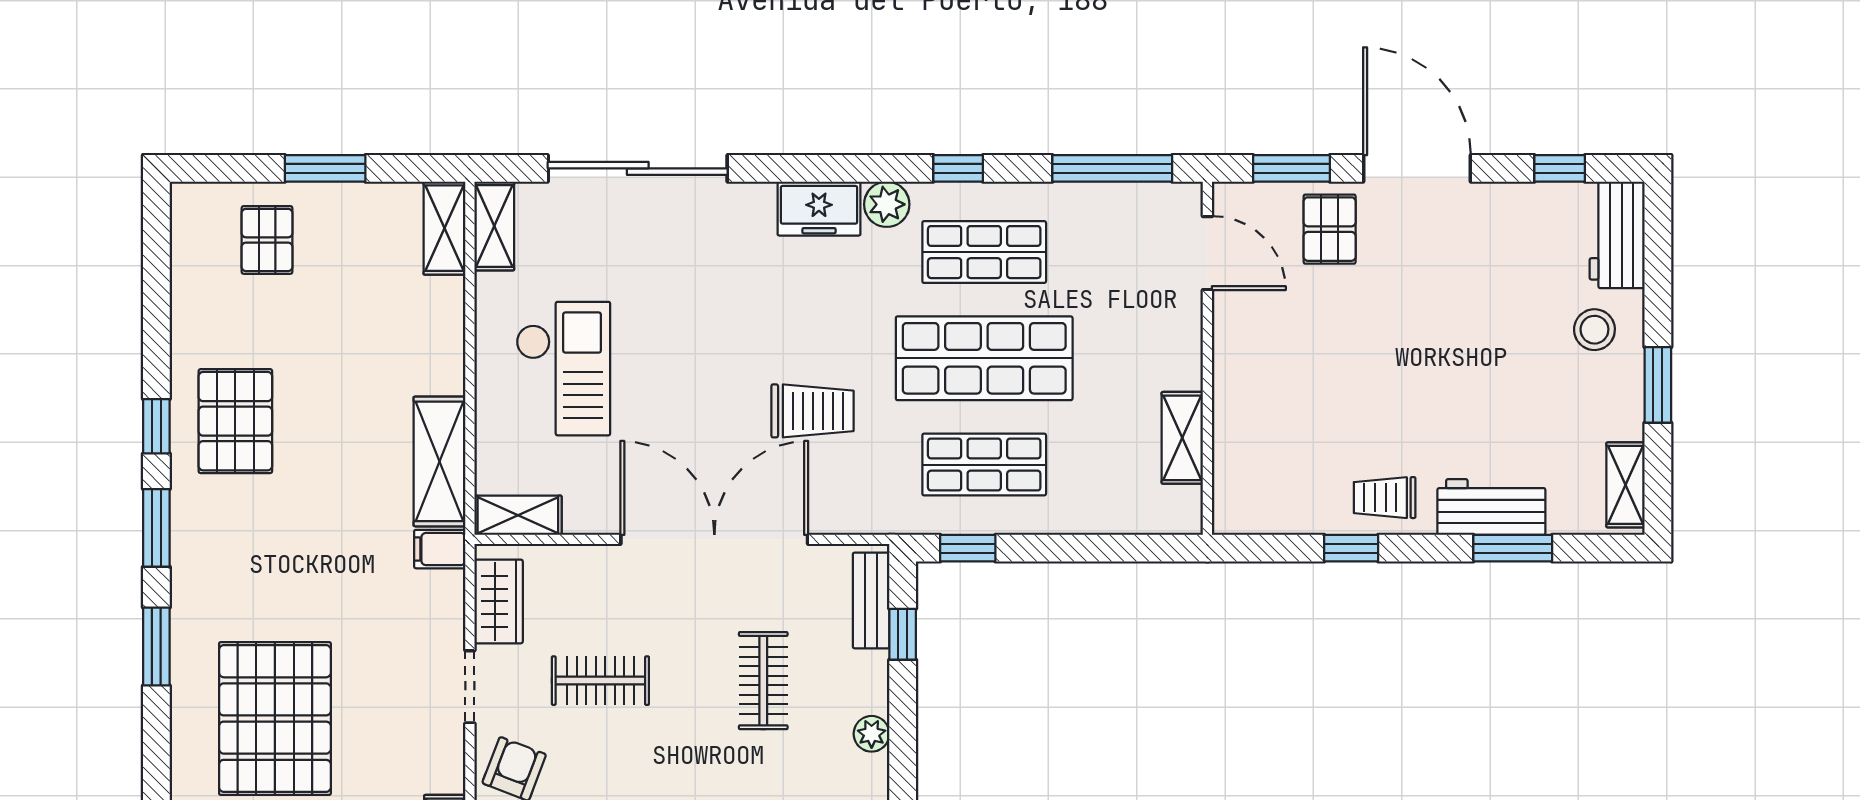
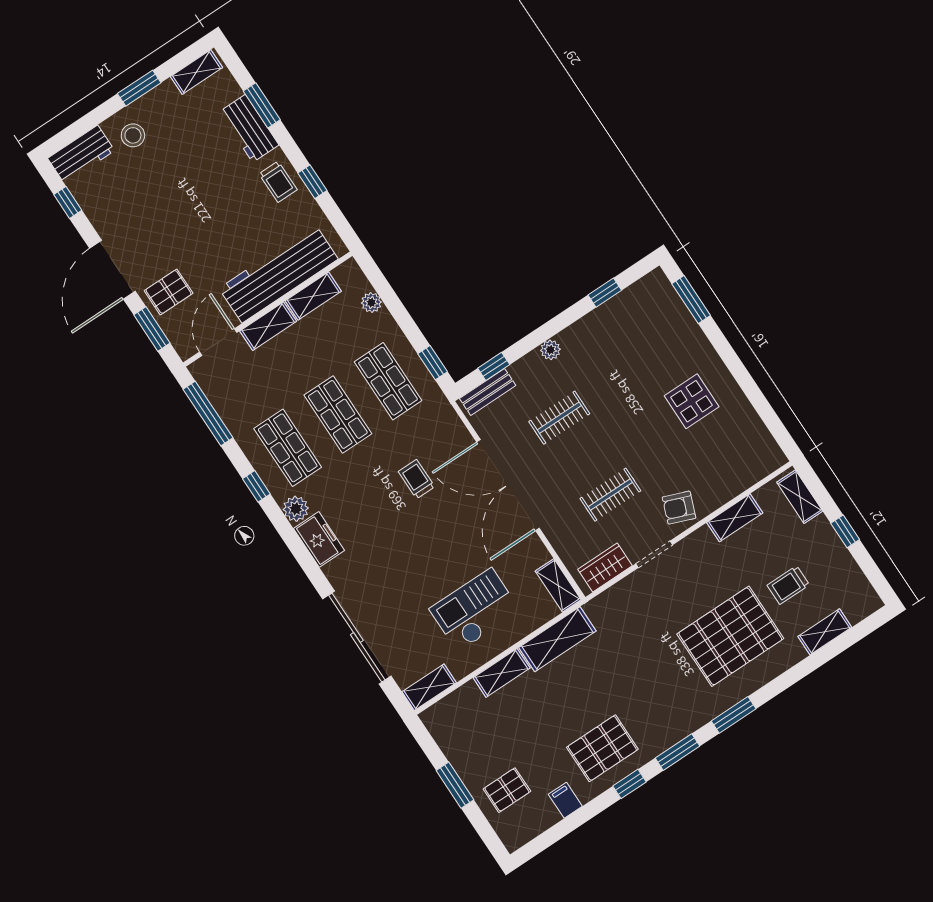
shelving: (444, 228) -> (502, 673), moved
shelving: (1182, 342) -> (268, 326), added
shop shelf: (984, 358) -> (338, 414), width x0.70, depth x0.74
workbench: (1249, 409) -> (279, 274), added
trolley: (812, 411) -> (417, 479), width x0.73, depth x0.72
plant: (1116, 517) -> (371, 303), added
filing cabinet: (440, 549) -> (565, 800), moved, turned 180
clothes rail: (600, 681) -> (610, 495), turned 90

